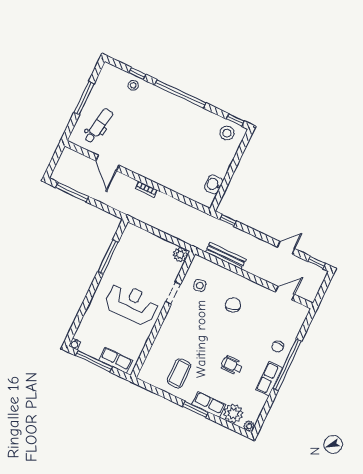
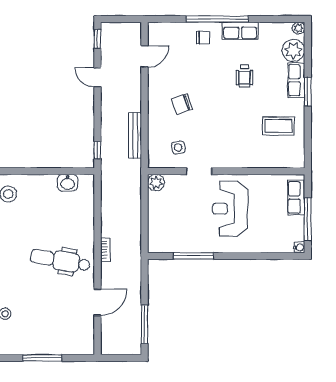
dental chair: (99, 126) -> (60, 261), moved, width x1.36, depth x1.38
door: (285, 293) -> (145, 56), swing flipped

